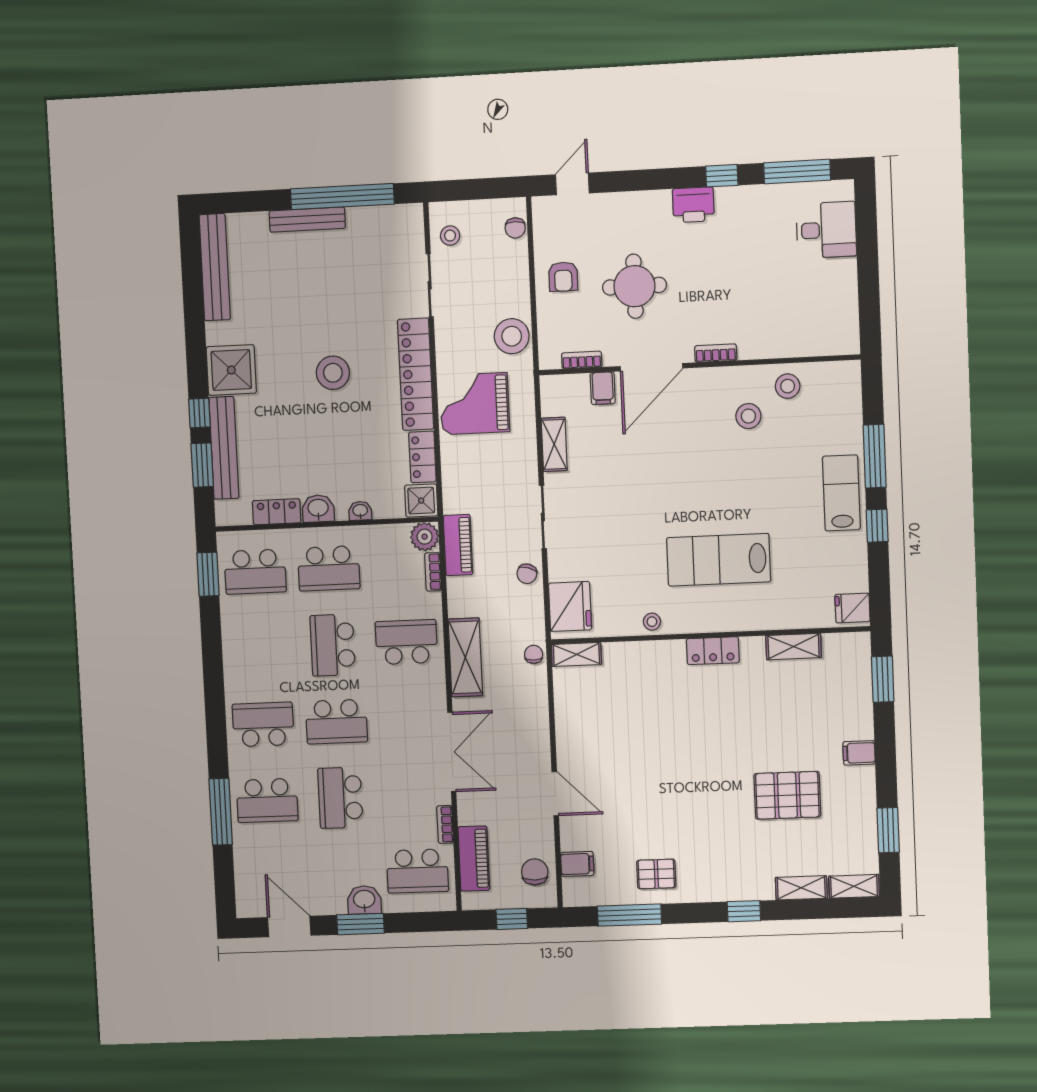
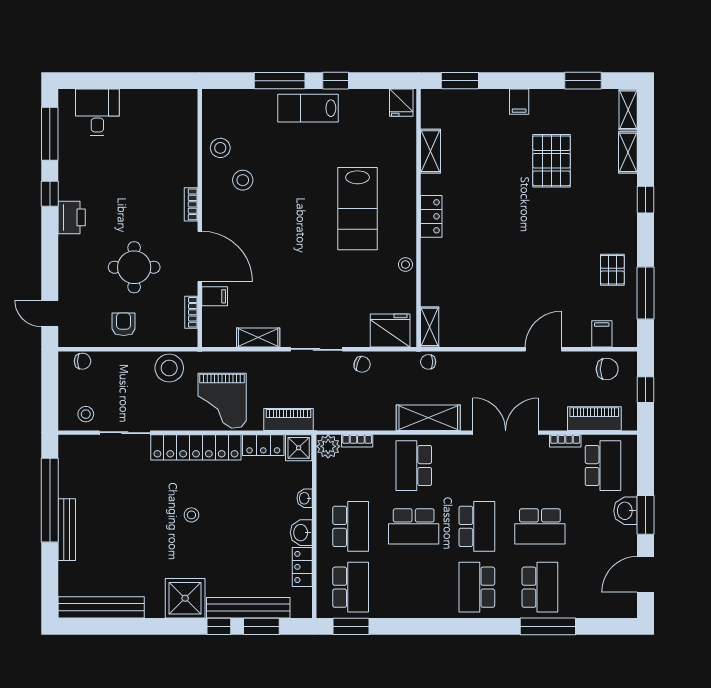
armchair: (563, 277) -> (124, 324), turned -90
stool: (333, 373) -> (191, 515), width x0.53, depth x0.53
piano: (458, 545) -> (289, 420), moved
chair: (535, 872) -> (607, 369), turned 180

